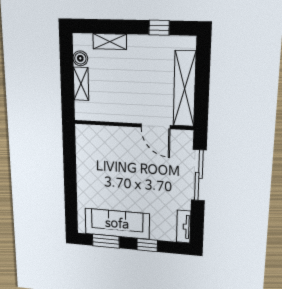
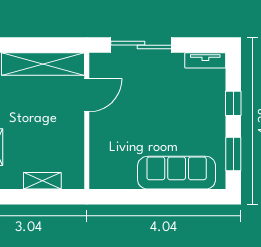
boiler: (80, 58) -> (14, 181), removed
sofa: (117, 224) -> (177, 173), moved, turned 90

